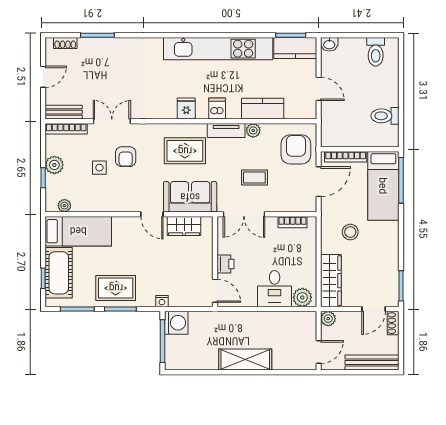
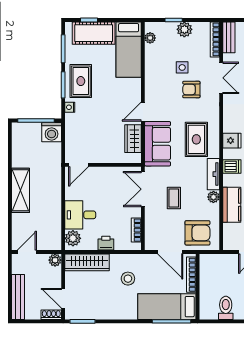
printer: (226, 264) -> (106, 243), moved, turned 180
nightstand: (162, 301) -> (70, 107), moved
door: (319, 352) -> (27, 252), swing flipped

